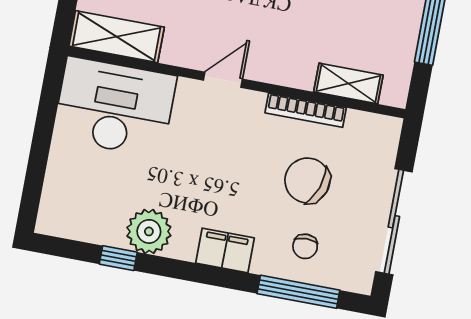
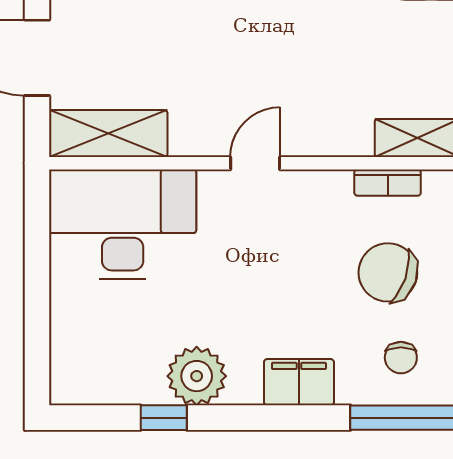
bookcase: (306, 110) -> (388, 183), width x0.64

